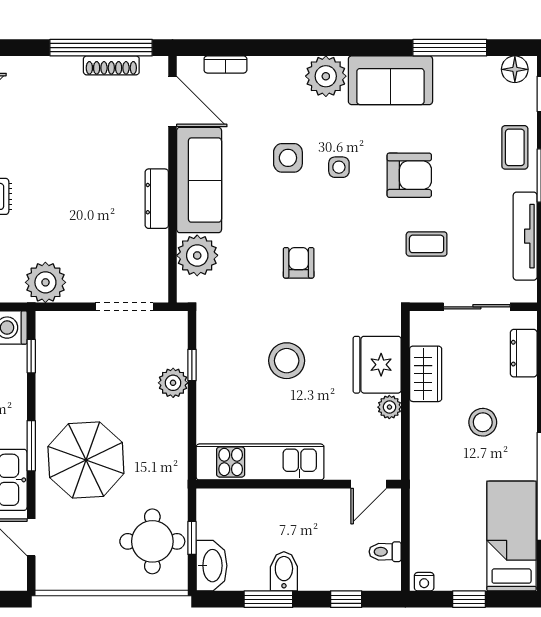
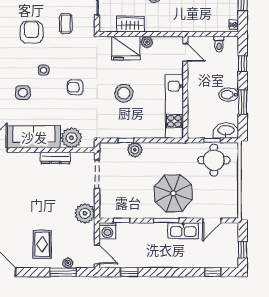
side table: (339, 167) -> (43, 70), moved
dresser: (157, 199) -> (55, 158), moved

